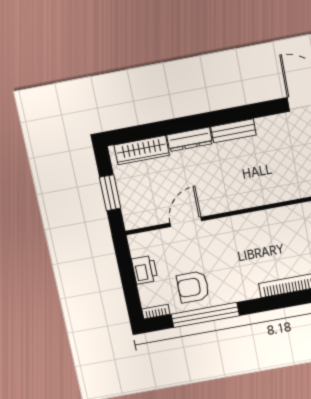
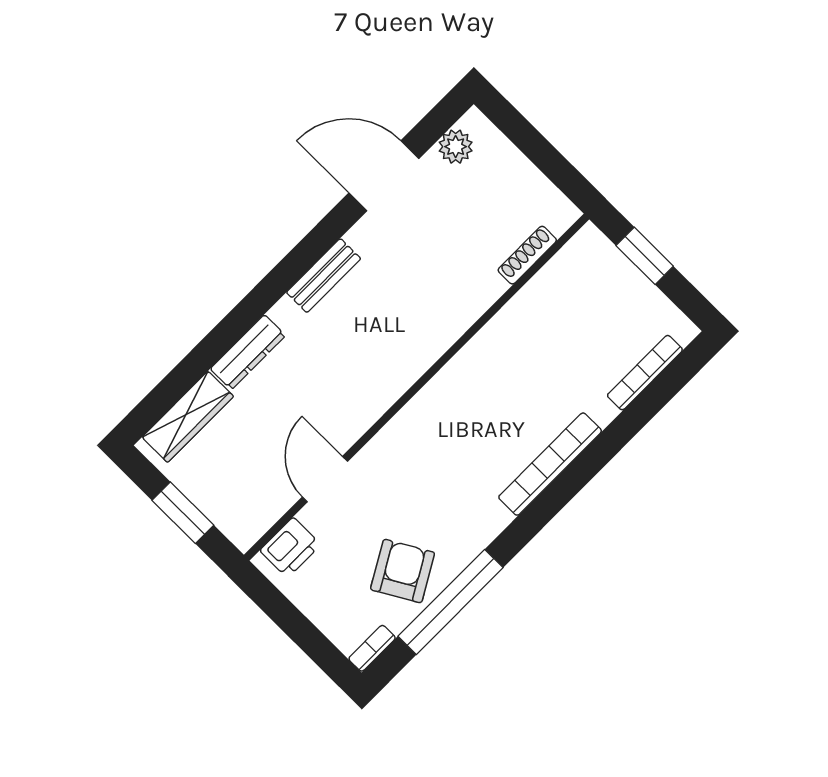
bench: (233, 131) -> (324, 276), moved
printer: (145, 270) -> (290, 548), moved, turned 90
armchair: (193, 287) -> (403, 571), turned 150

